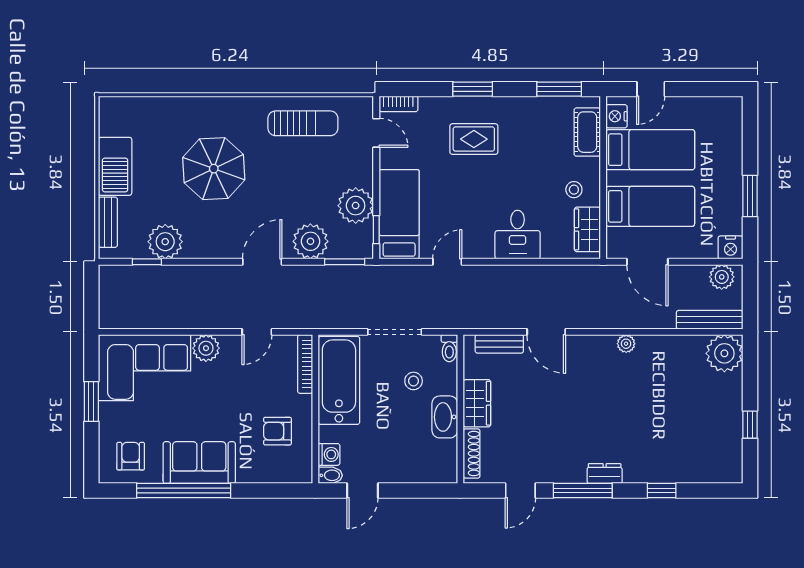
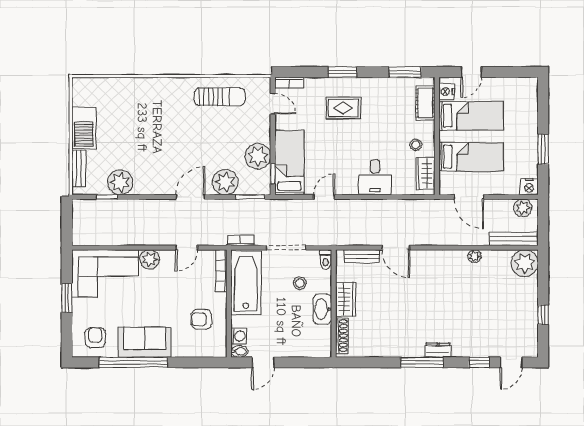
parasol: (214, 169) -> (155, 130), removed
bookcase: (332, 322) -> (241, 240), added
plant: (626, 344) -> (474, 256), moved
door: (520, 491) -> (511, 362), moved

